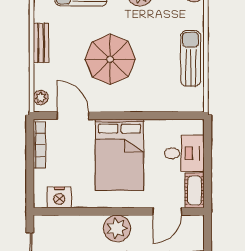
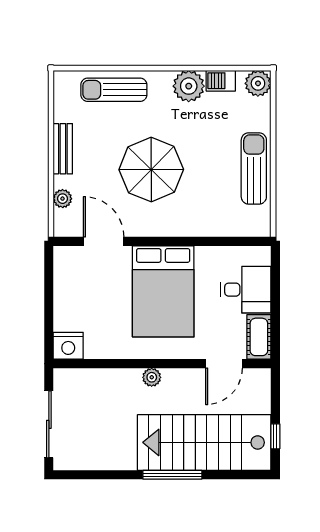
plant: (41, 97) -> (63, 199), moved
bookcase: (39, 145) -> (61, 279), removed
nightstand: (59, 197) -> (68, 346), moved
plant: (117, 228) -> (152, 377), width x0.53, depth x0.53

